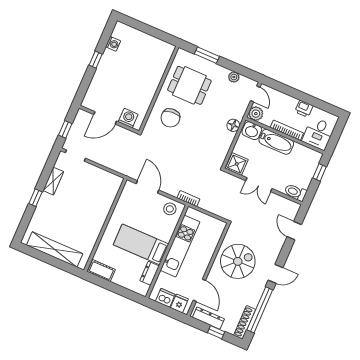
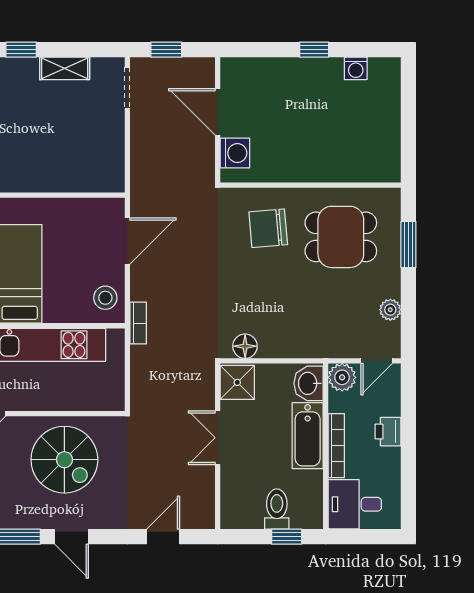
dining table: (189, 85) -> (341, 237), turned 90
printer: (304, 109) -> (388, 432), moved
floor lamp: (233, 125) -> (245, 346), moved
toilet: (295, 192) -> (277, 509), moved

